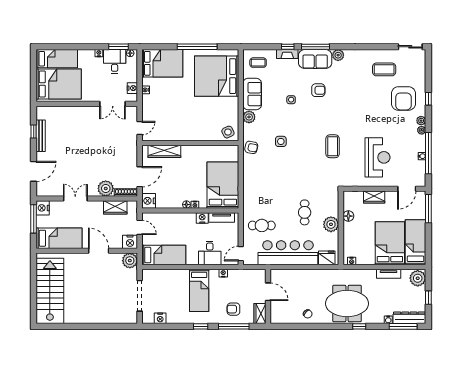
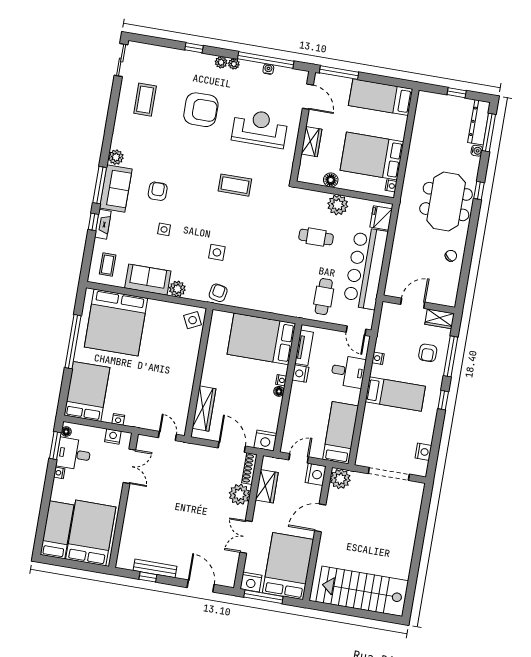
armchair: (403, 99) -> (201, 110), moved
bed: (59, 238) -> (288, 566), width x1.50
bed: (390, 243) -> (372, 156), moved
tv unit: (389, 274) -> (416, 140), removed
plant: (418, 278) -> (429, 102), removed

